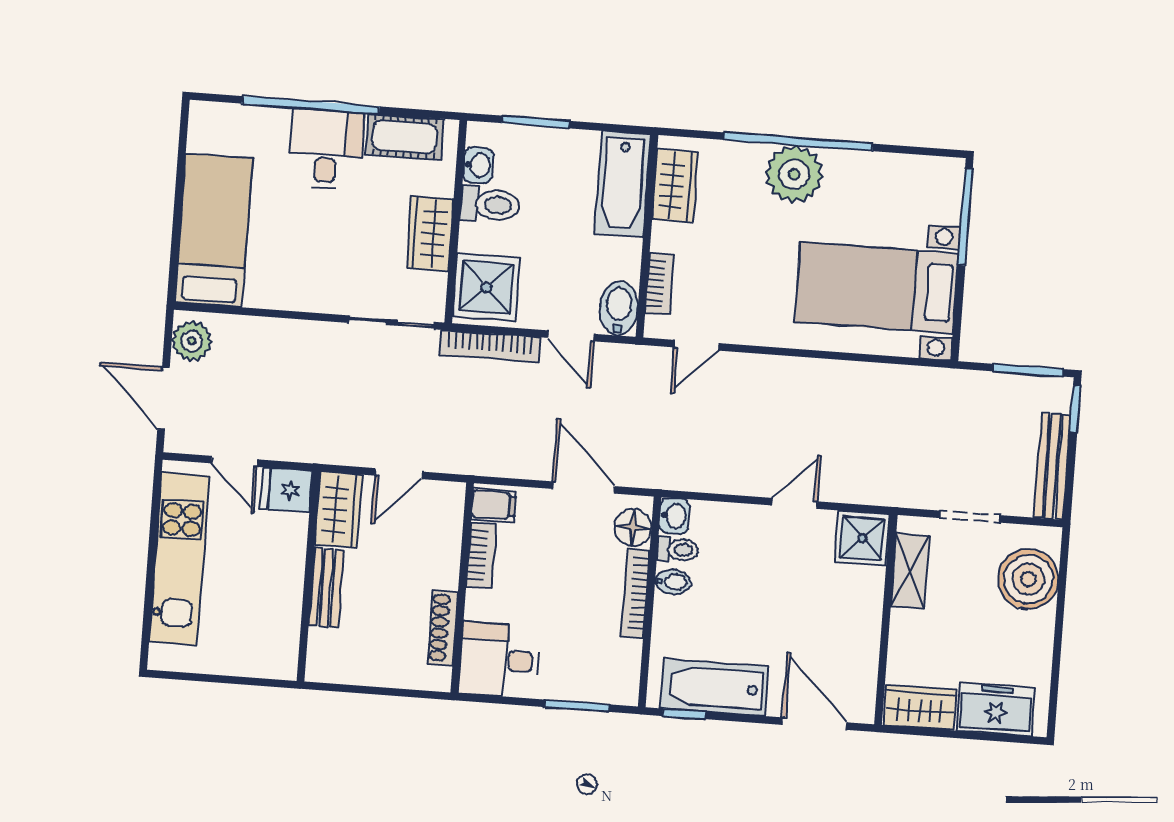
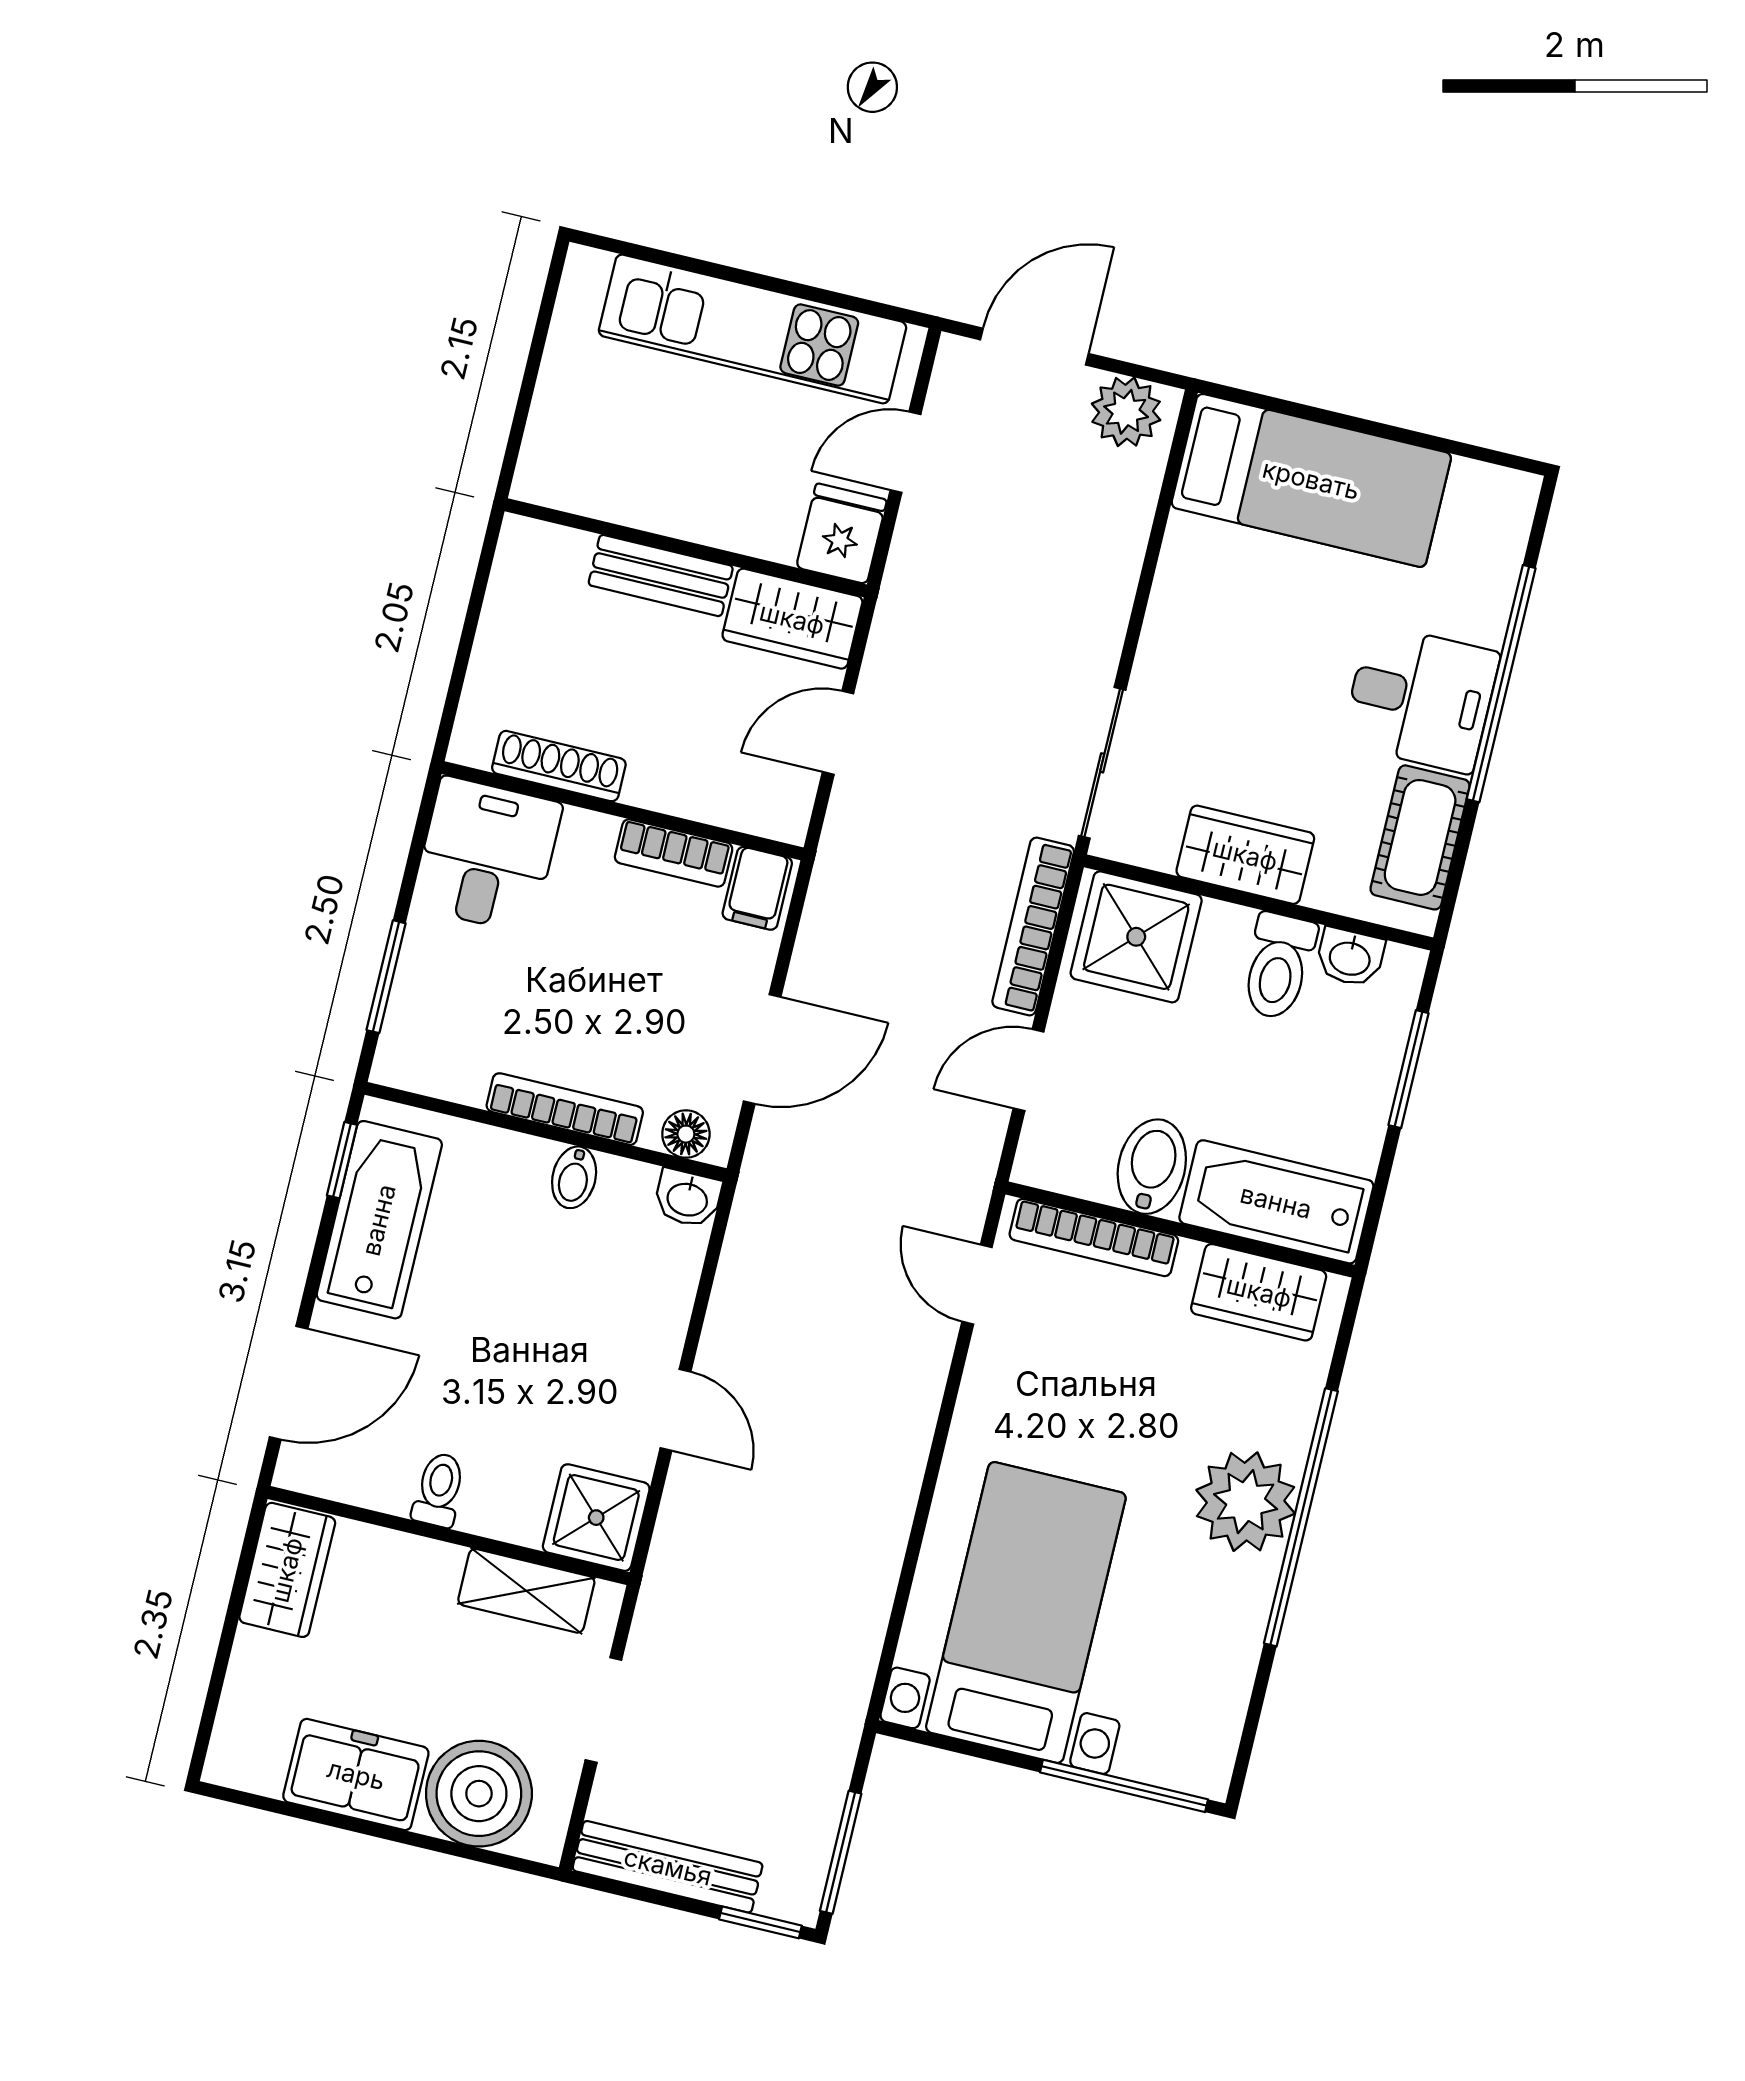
bookcase: (659, 284) -> (1094, 1237), width x1.56
bidet: (619, 308) -> (1152, 1167), moved, turned -90
door: (399, 474) -> (838, 733), hinge flipped
floor lamp: (633, 527) -> (686, 1134), width x0.73, depth x0.73
toilet: (678, 549) -> (439, 1490), moved, turned 180
freezer: (996, 709) -> (356, 1775), moved, turned -90

